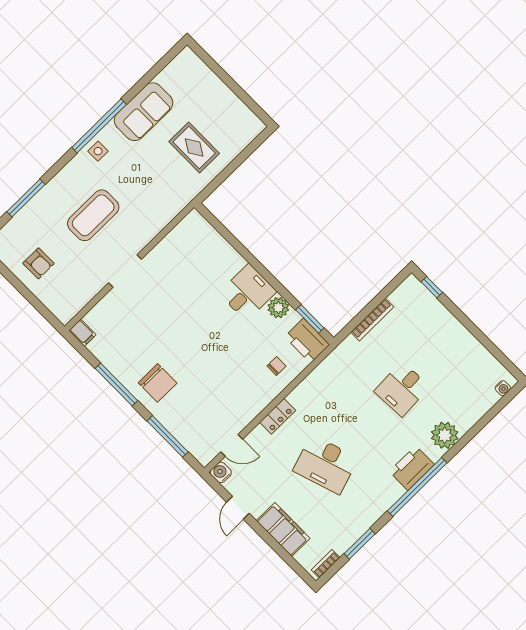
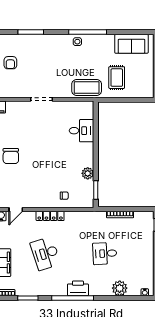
sofa: (144, 112) -> (131, 44), moved
coffee table: (93, 215) -> (87, 87), moved
desk: (248, 292) -> (81, 131), moved
printer: (307, 341) -> (86, 198), removed
locker: (278, 416) -> (50, 216), width x1.53
plant: (445, 435) -> (120, 288), moved
door: (232, 445) -> (16, 209), hinge flipped

